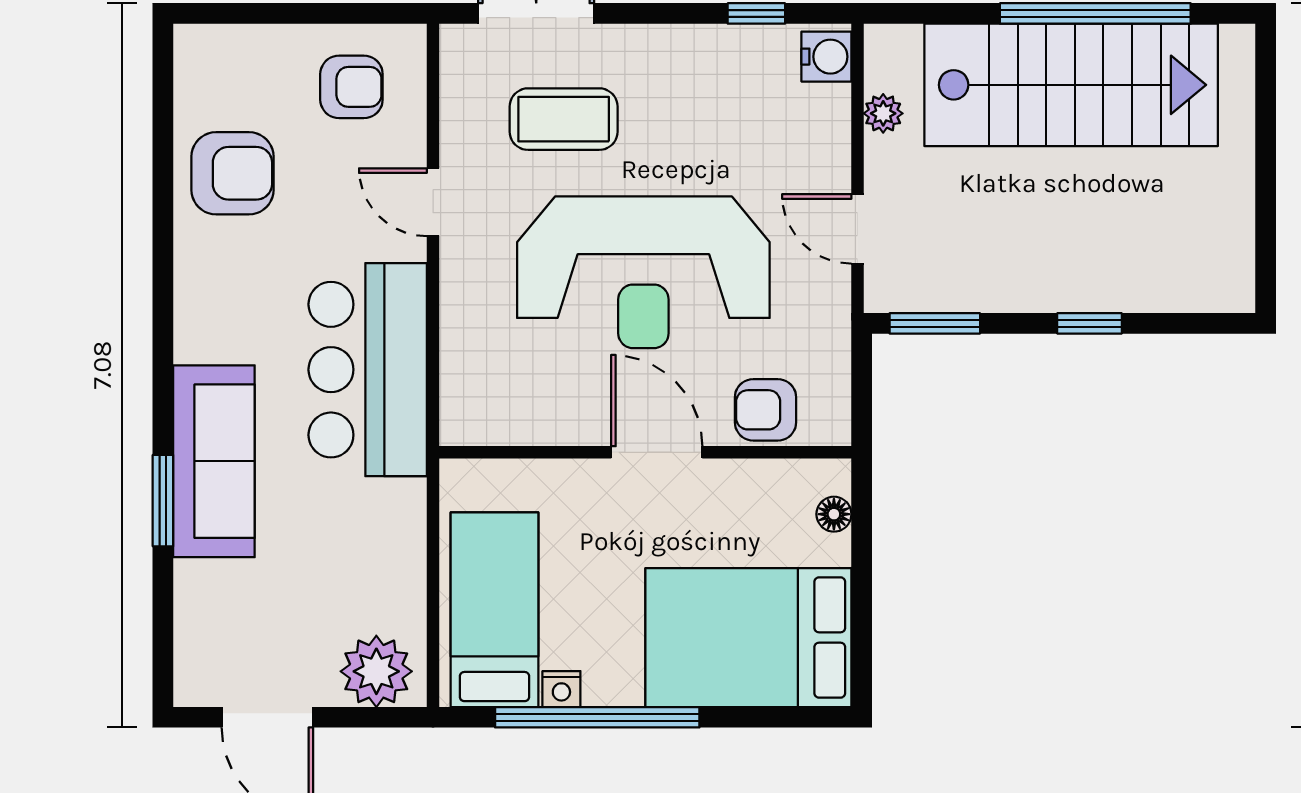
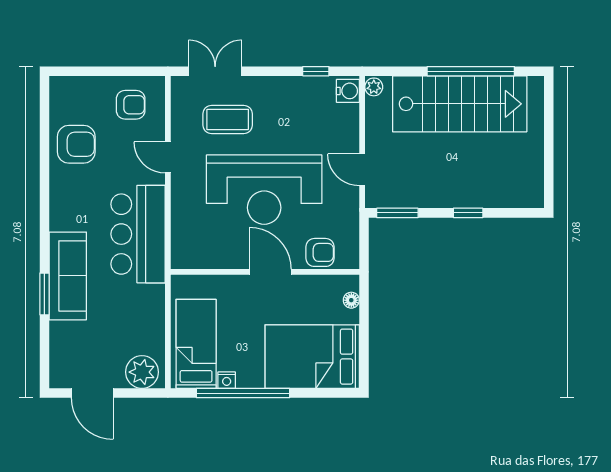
plant: (883, 113) -> (374, 87), moved
armchair: (766, 410) -> (320, 252), turned 180

